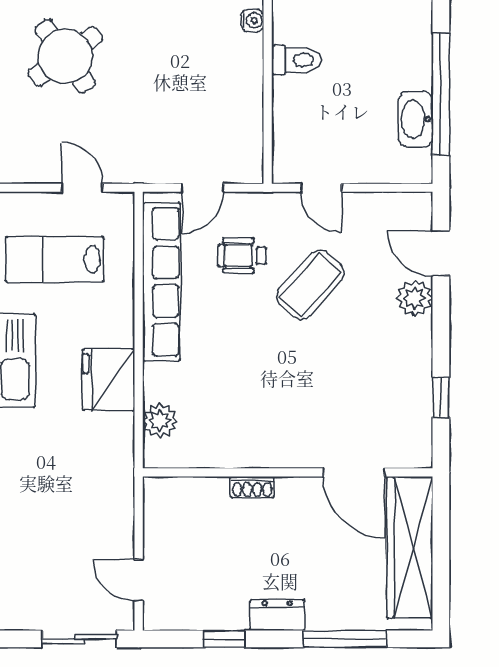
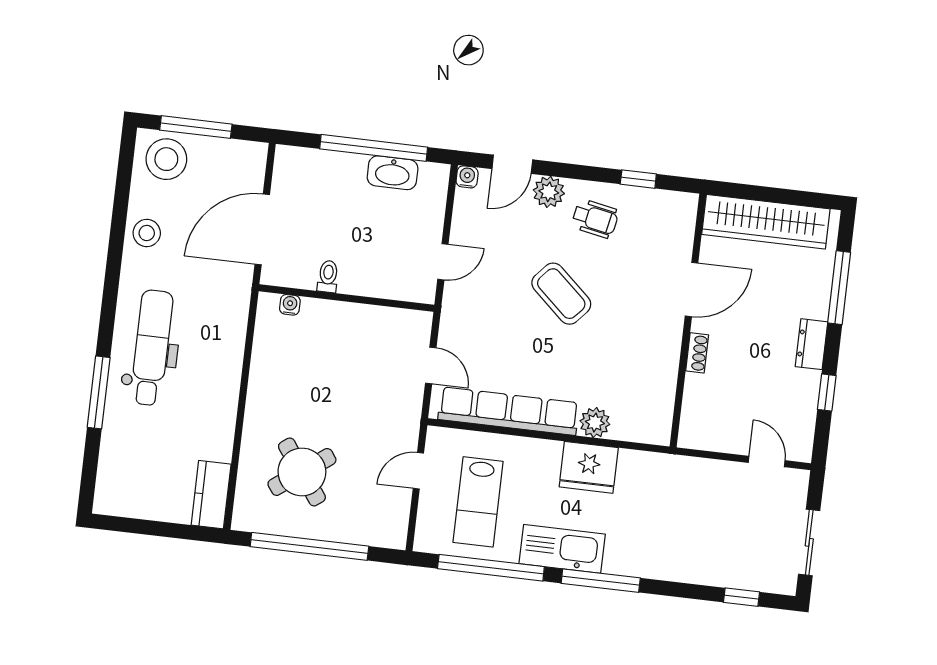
toilet: (296, 60) -> (328, 276), width x0.73, depth x0.72
water cooler: (421, 204) -> (467, 177), added
wheelchair: (242, 256) -> (595, 219), moved, turned -79
coffee table: (310, 285) -> (561, 294), moved
plant: (160, 421) -> (595, 423), moved
door: (354, 472) -> (692, 290), moved
door: (139, 580) -> (767, 462), swing flipped
sliding door: (79, 639) -> (809, 542), moved

